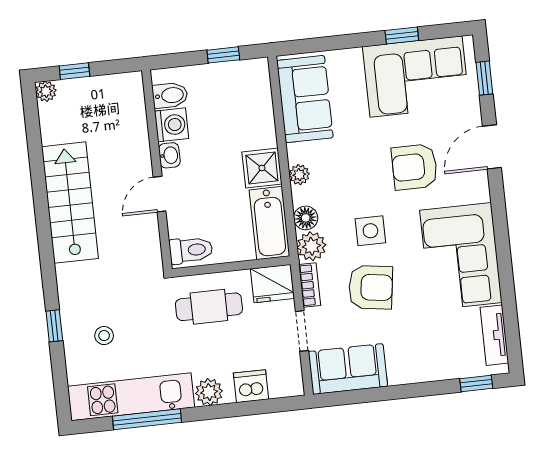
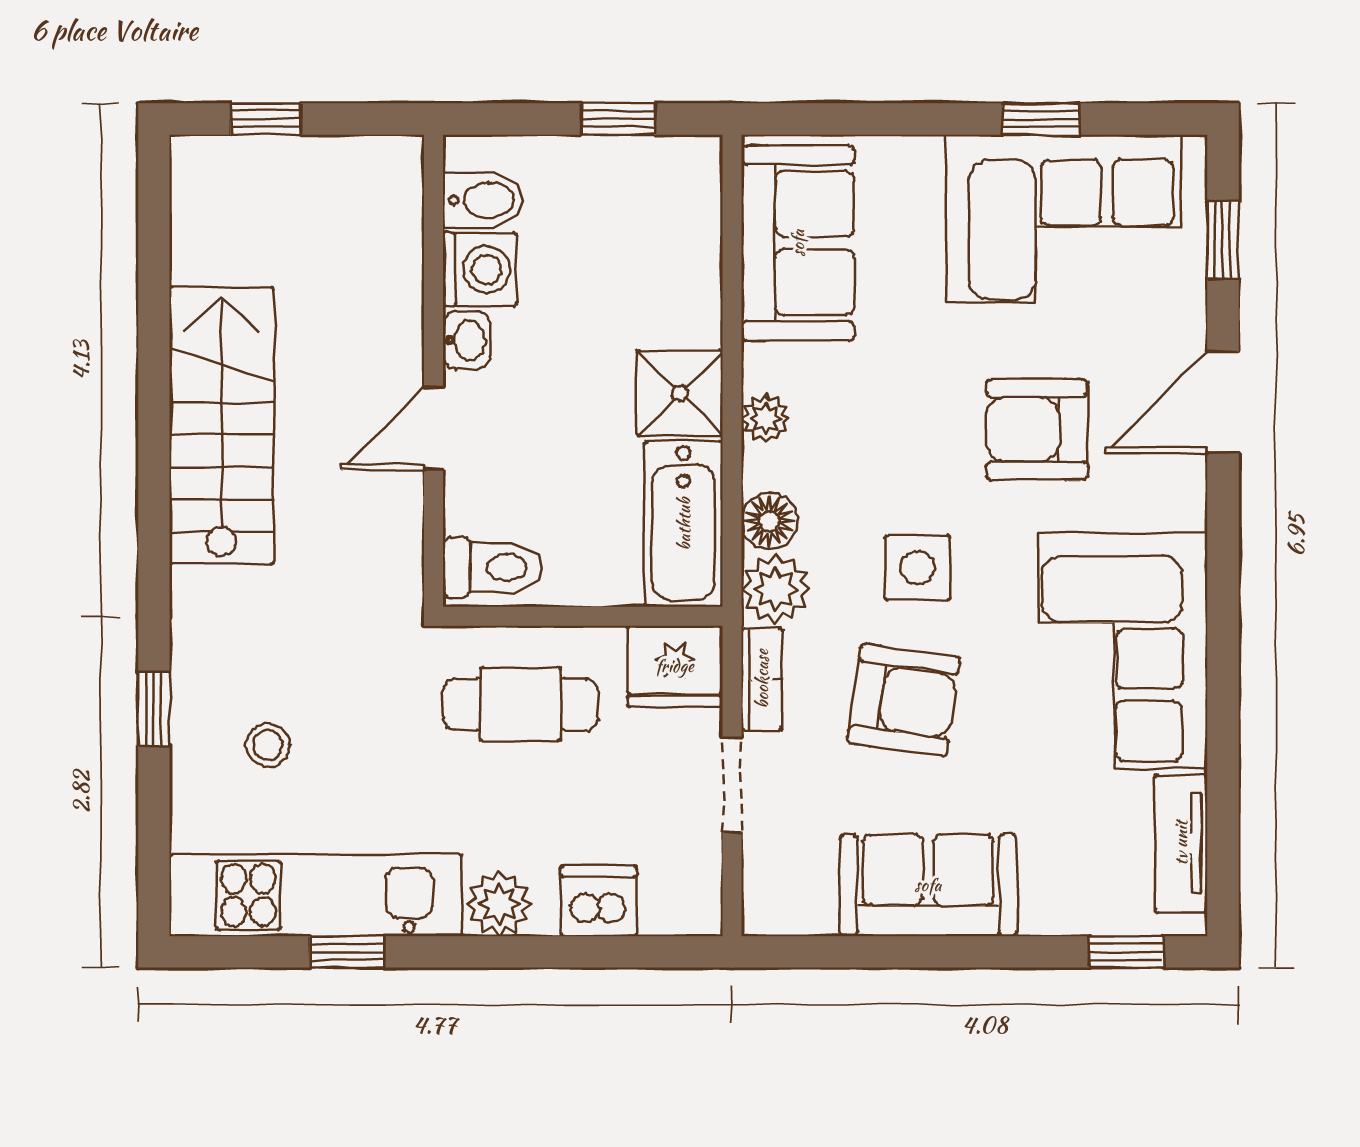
plant: (46, 91) -> (194, 159), removed
sofa: (348, 369) -> (928, 885), moved
window: (147, 419) -> (347, 952), width x0.46

